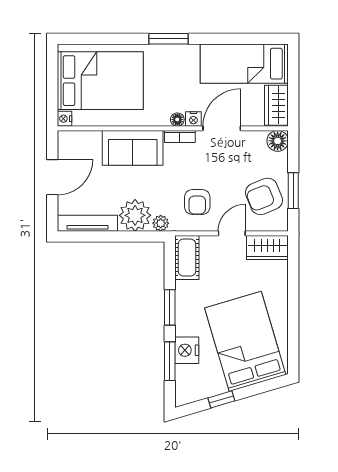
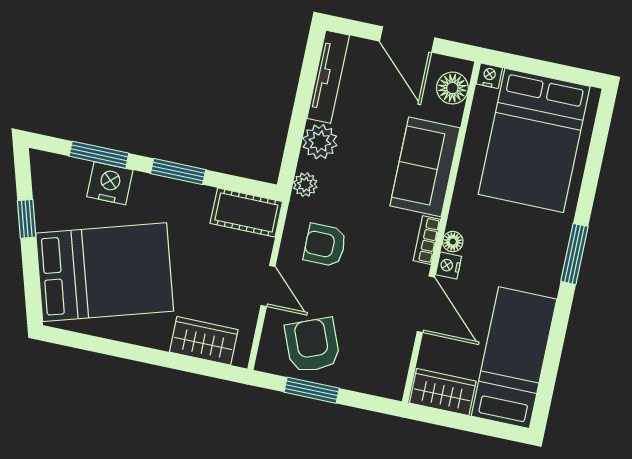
floor lamp: (278, 141) -> (452, 88), moved
plant: (135, 215) -> (320, 142), width x0.73, depth x0.73
wardrobe: (267, 247) -> (204, 341), moved, turned 90

